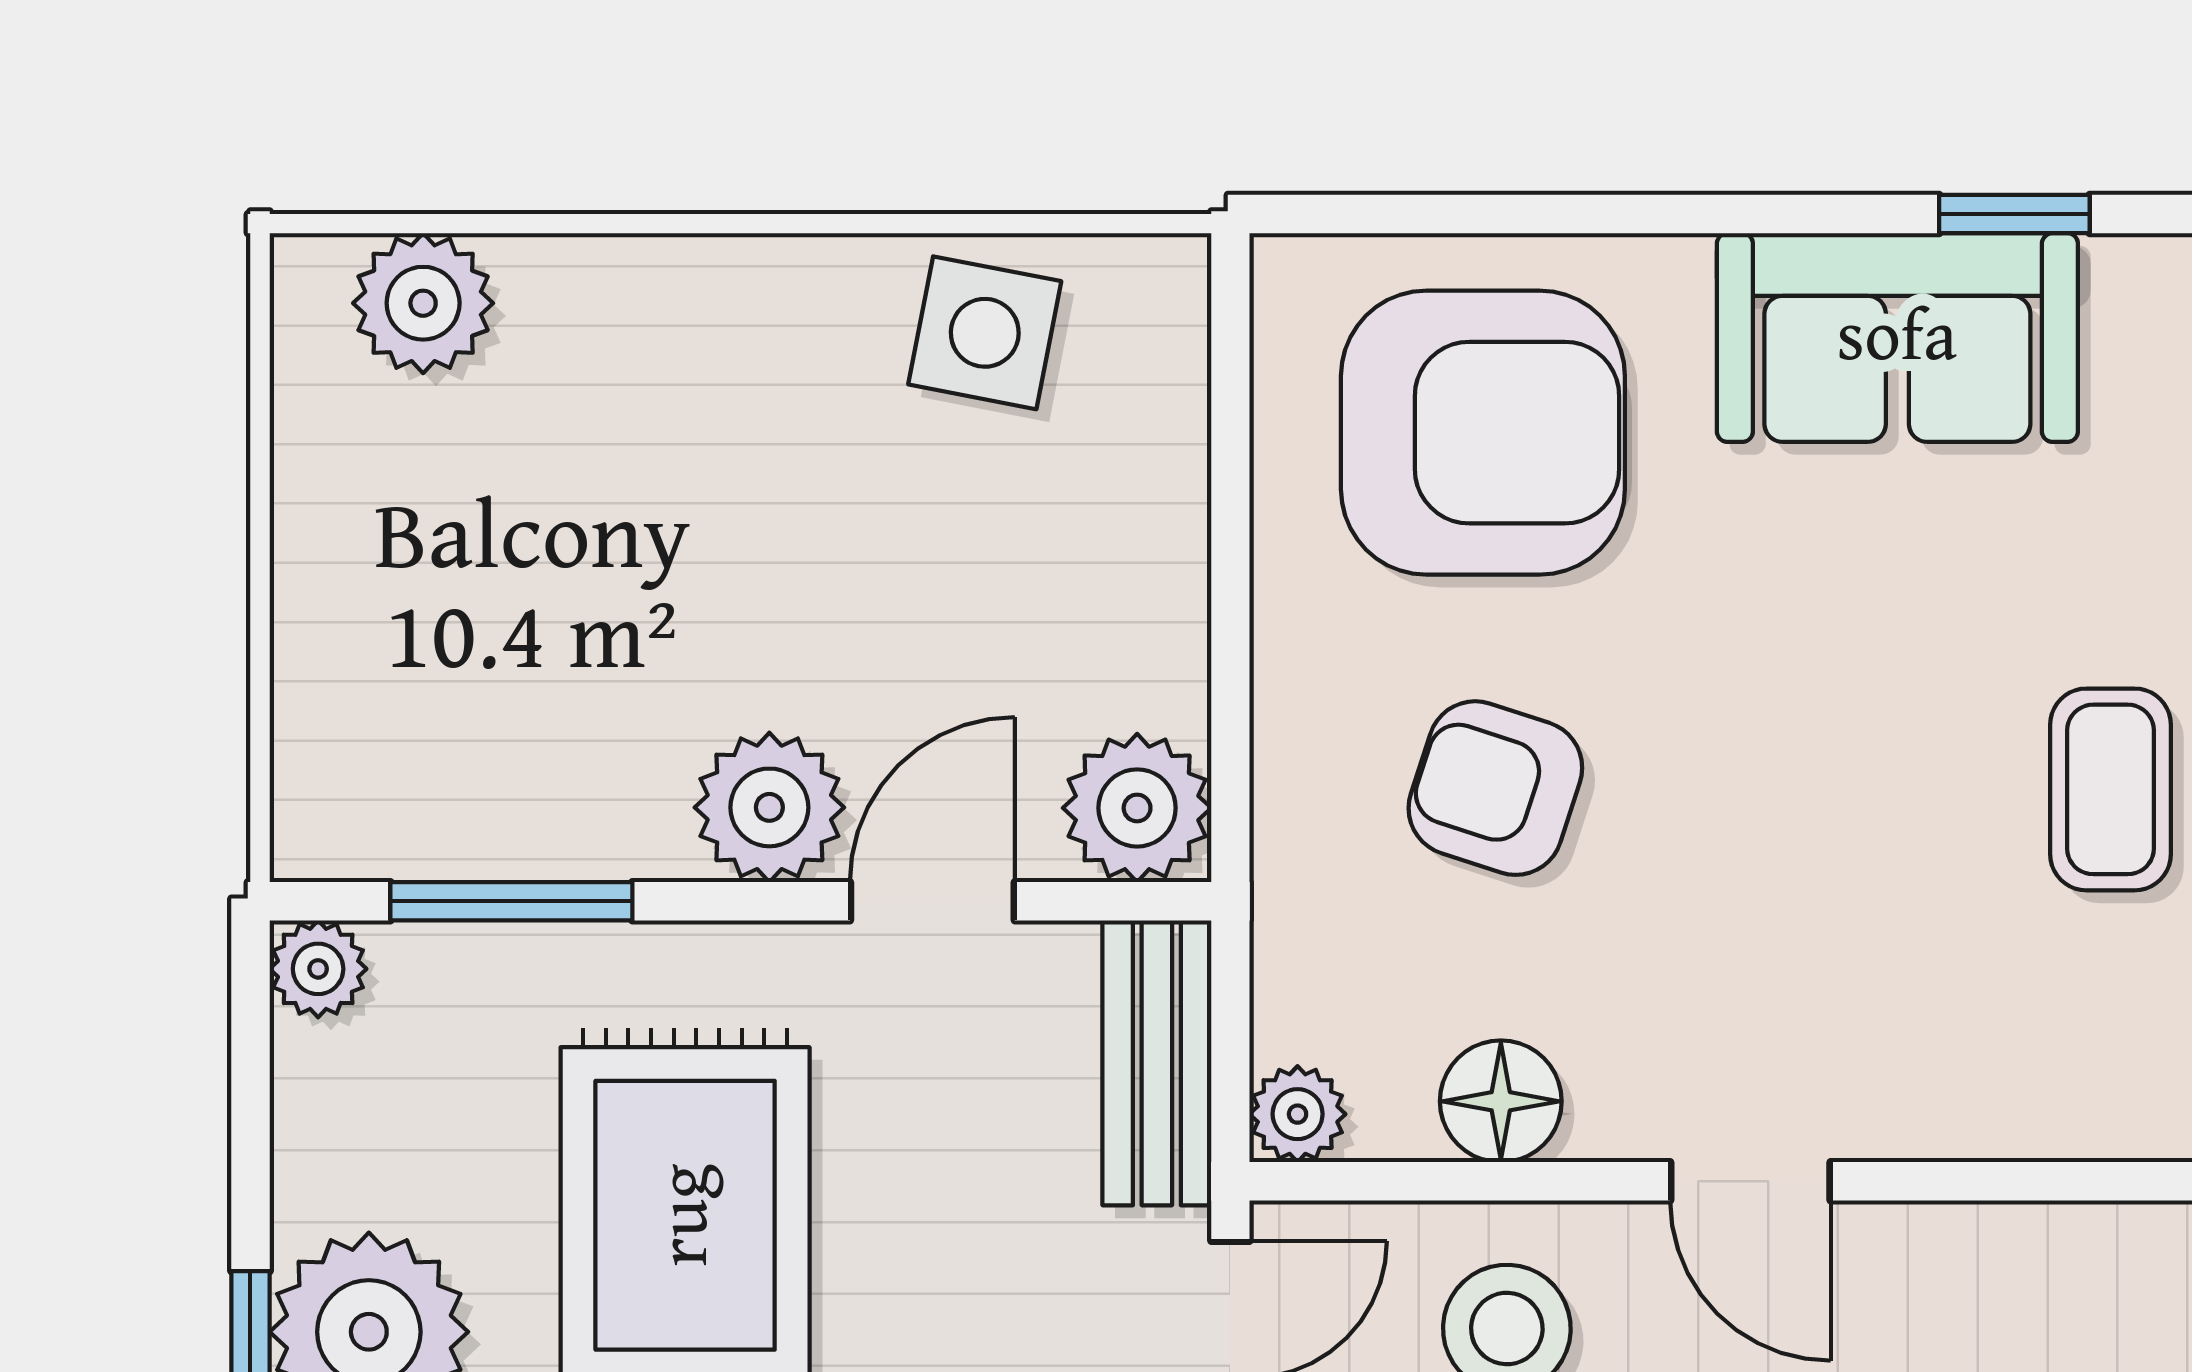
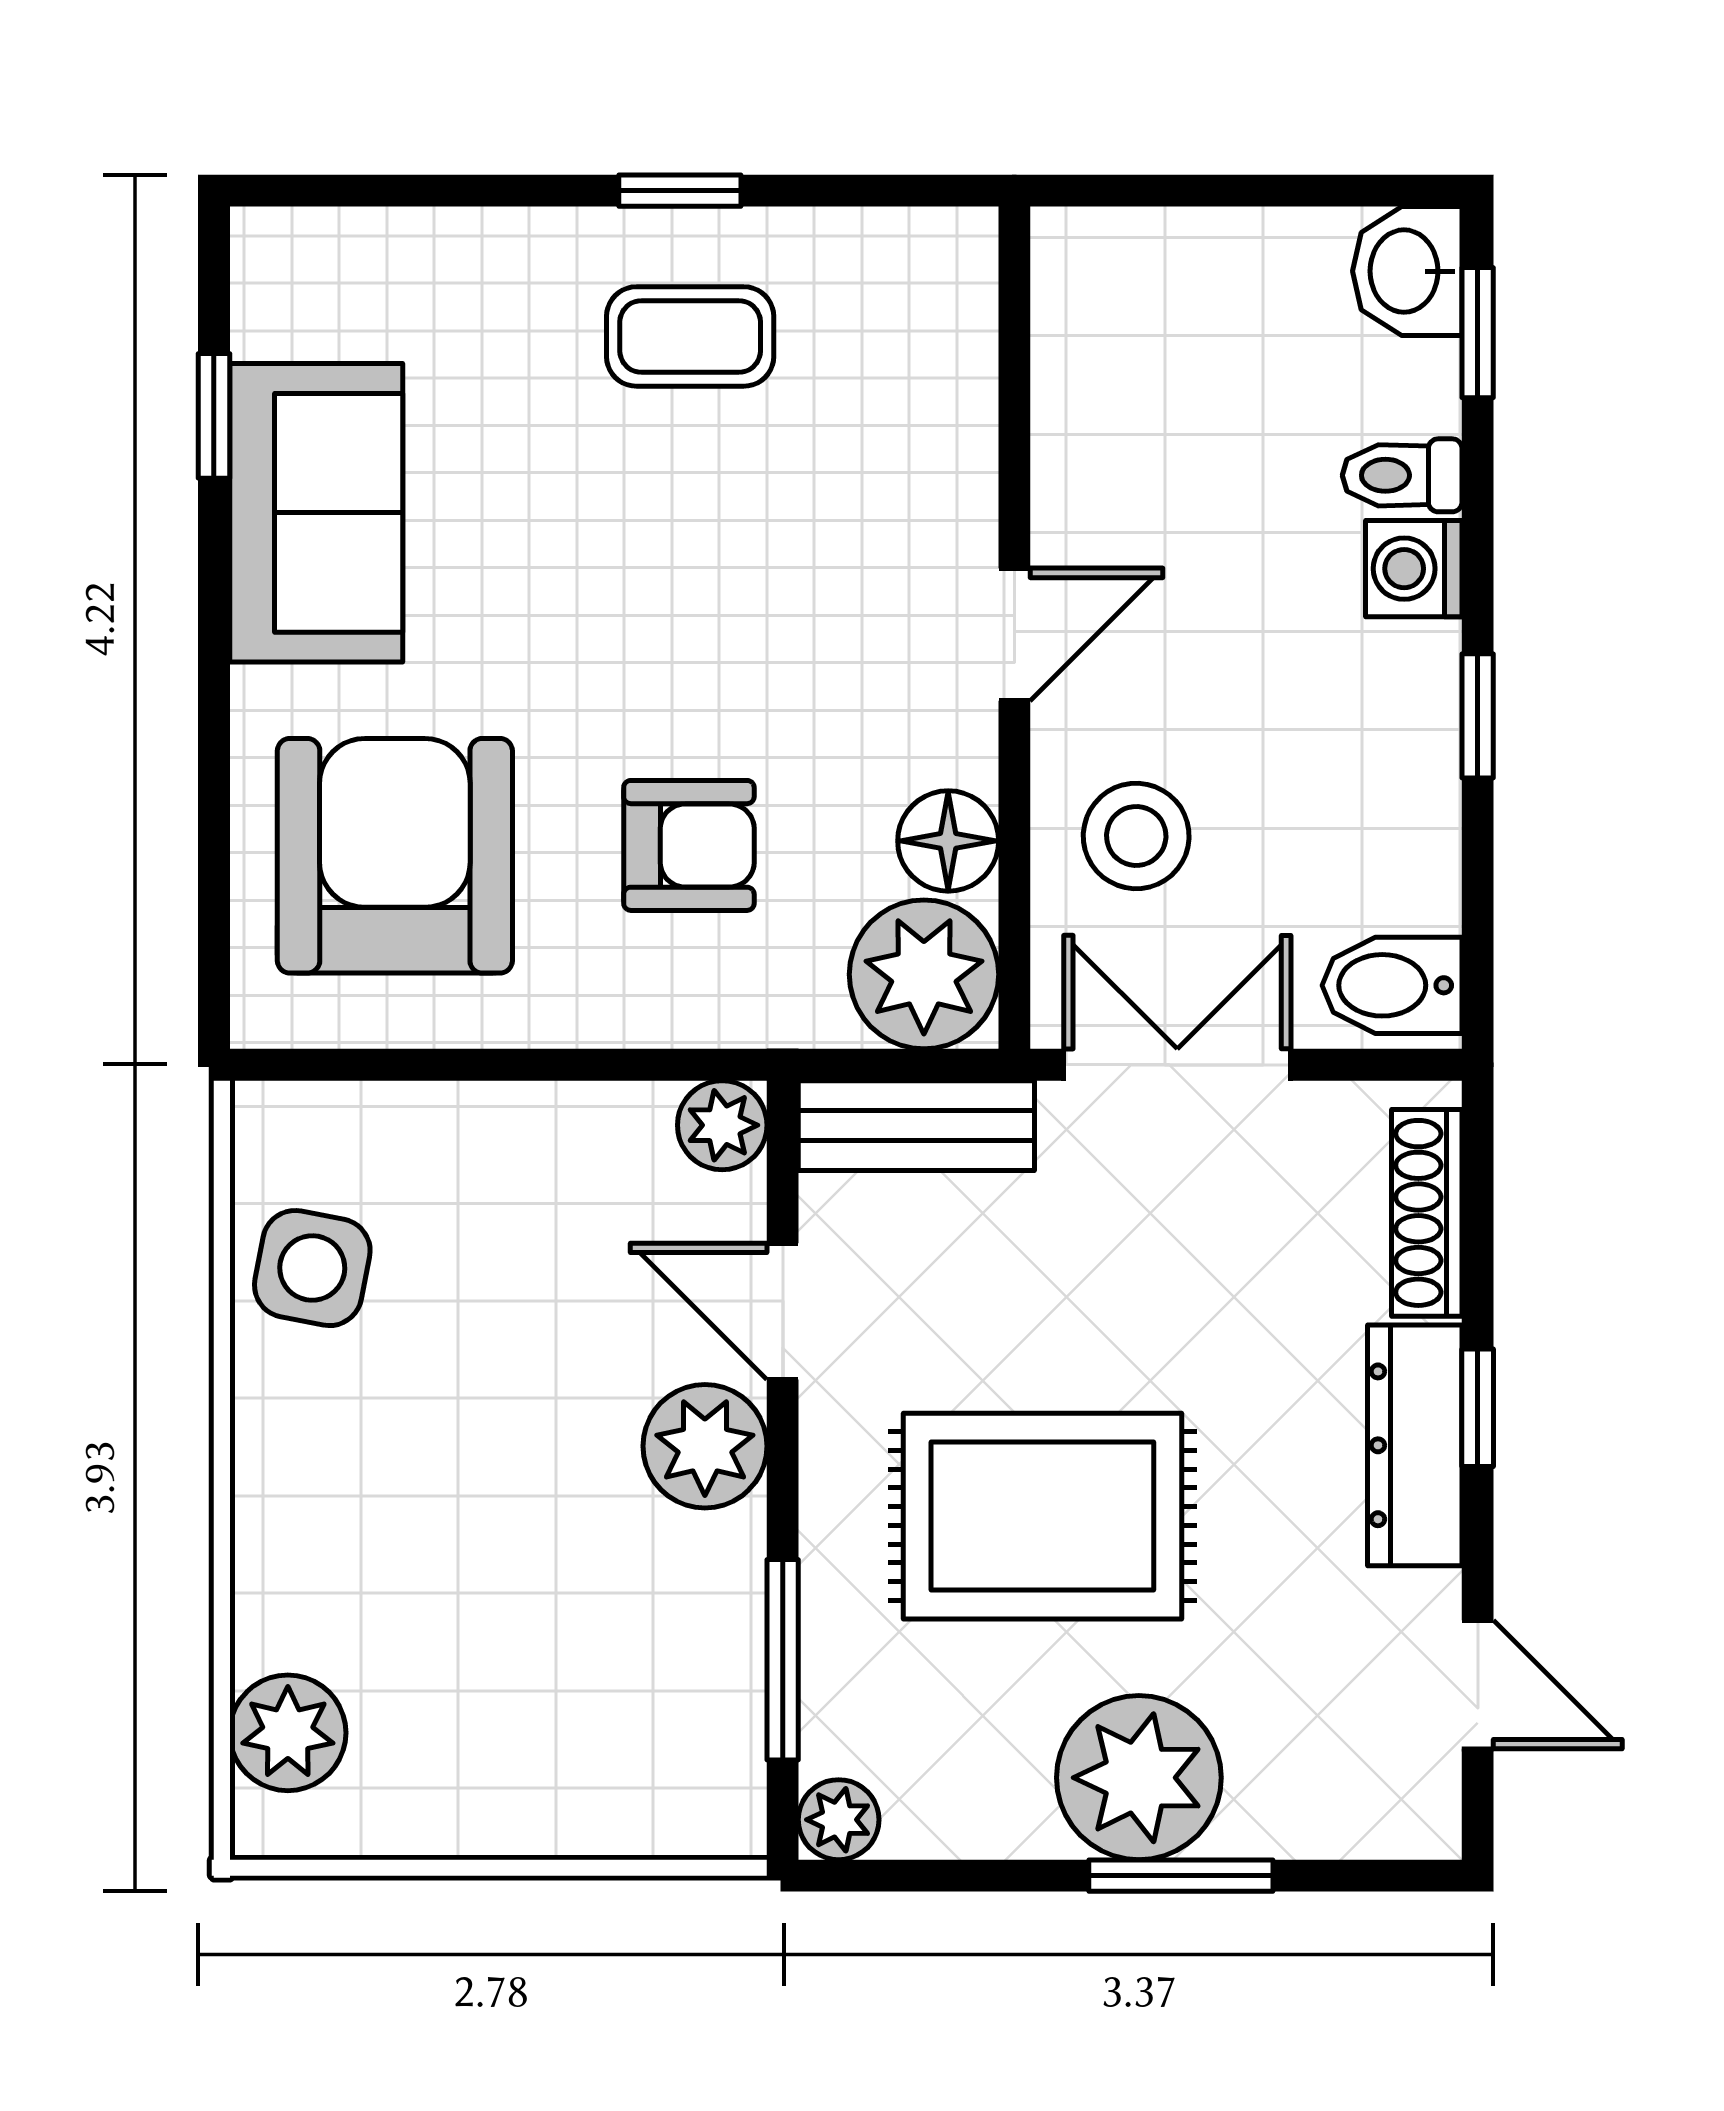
armchair: (1495, 788) -> (689, 845), turned -108
plant: (1137, 808) -> (722, 1125), width x0.73, depth x0.73
plant: (1298, 1114) -> (924, 974), width x1.87, depth x1.87

